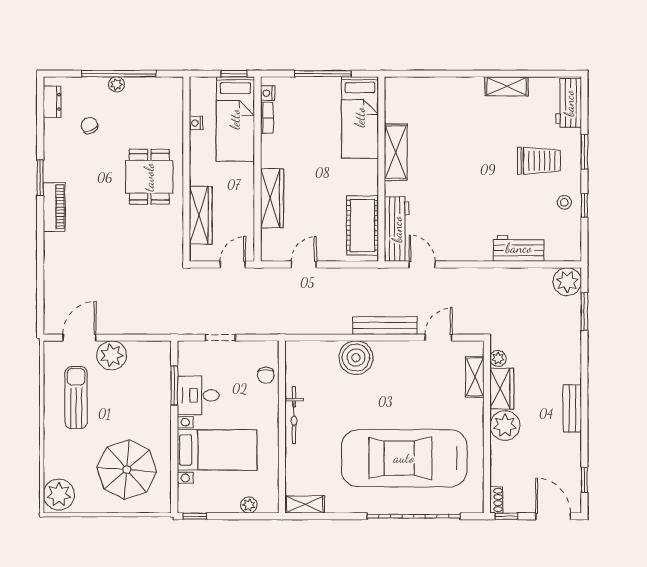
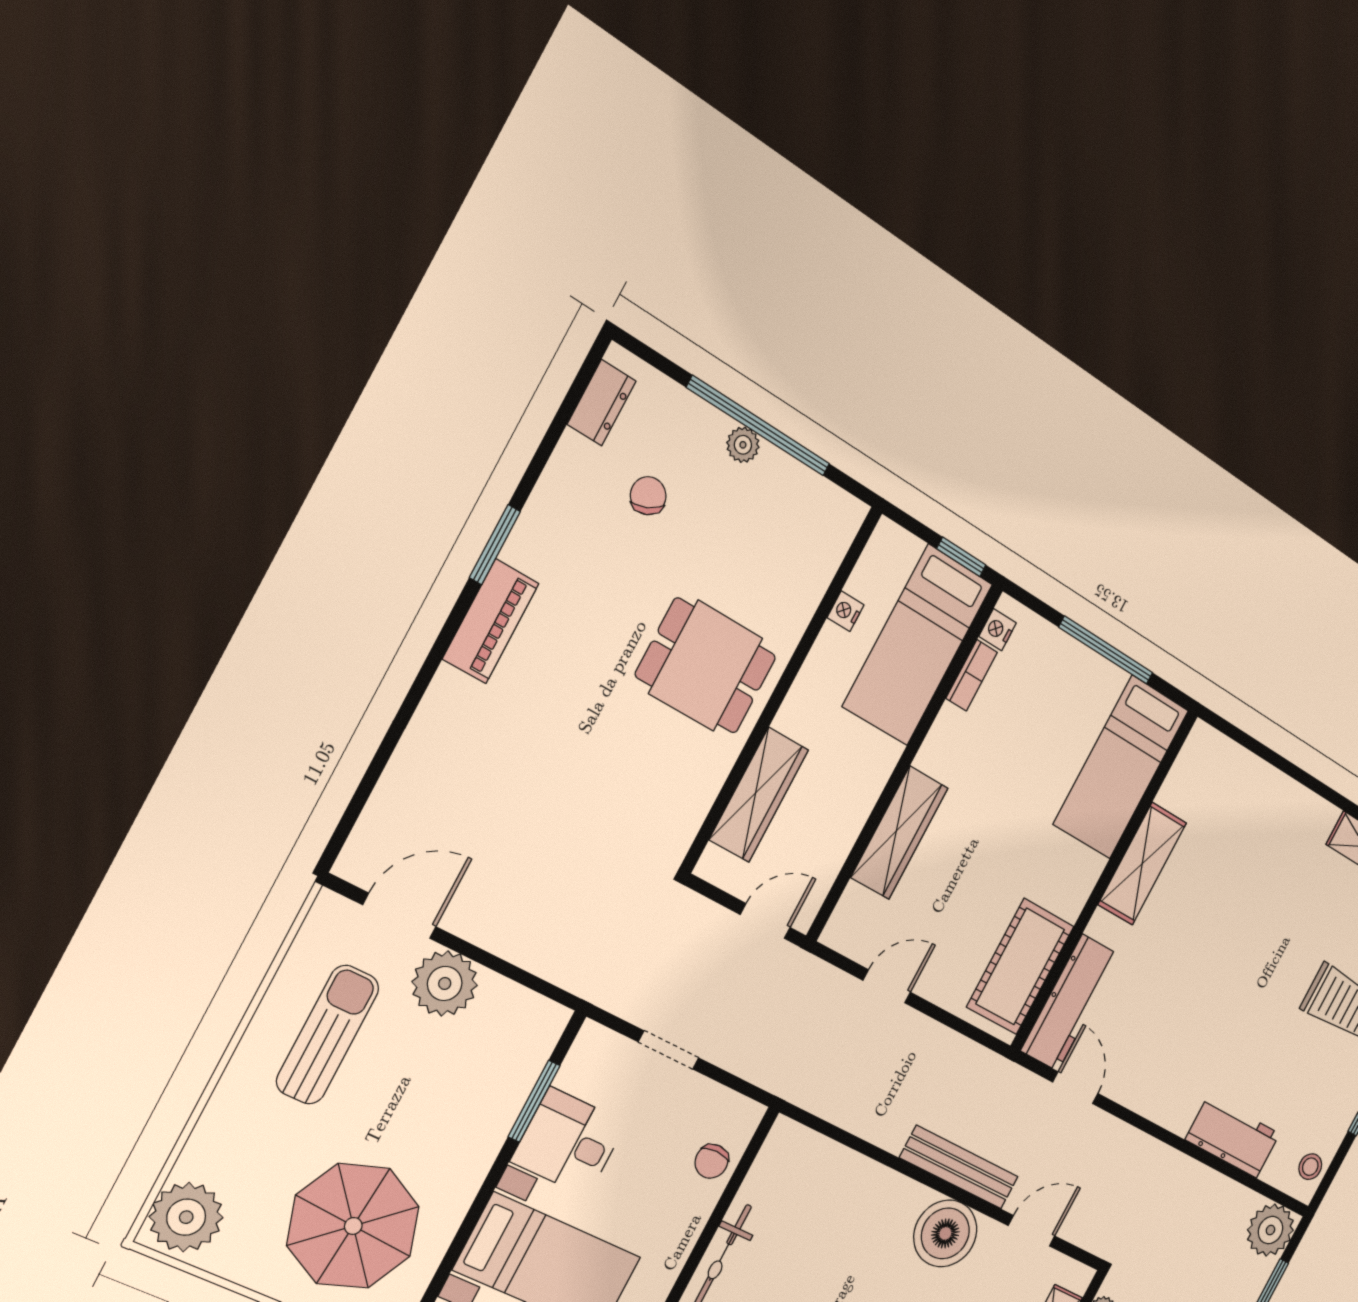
dining table: (149, 177) -> (706, 666), turned 90
stool: (564, 202) -> (1310, 1167), moved
boiler: (356, 358) -> (945, 1233), moved

